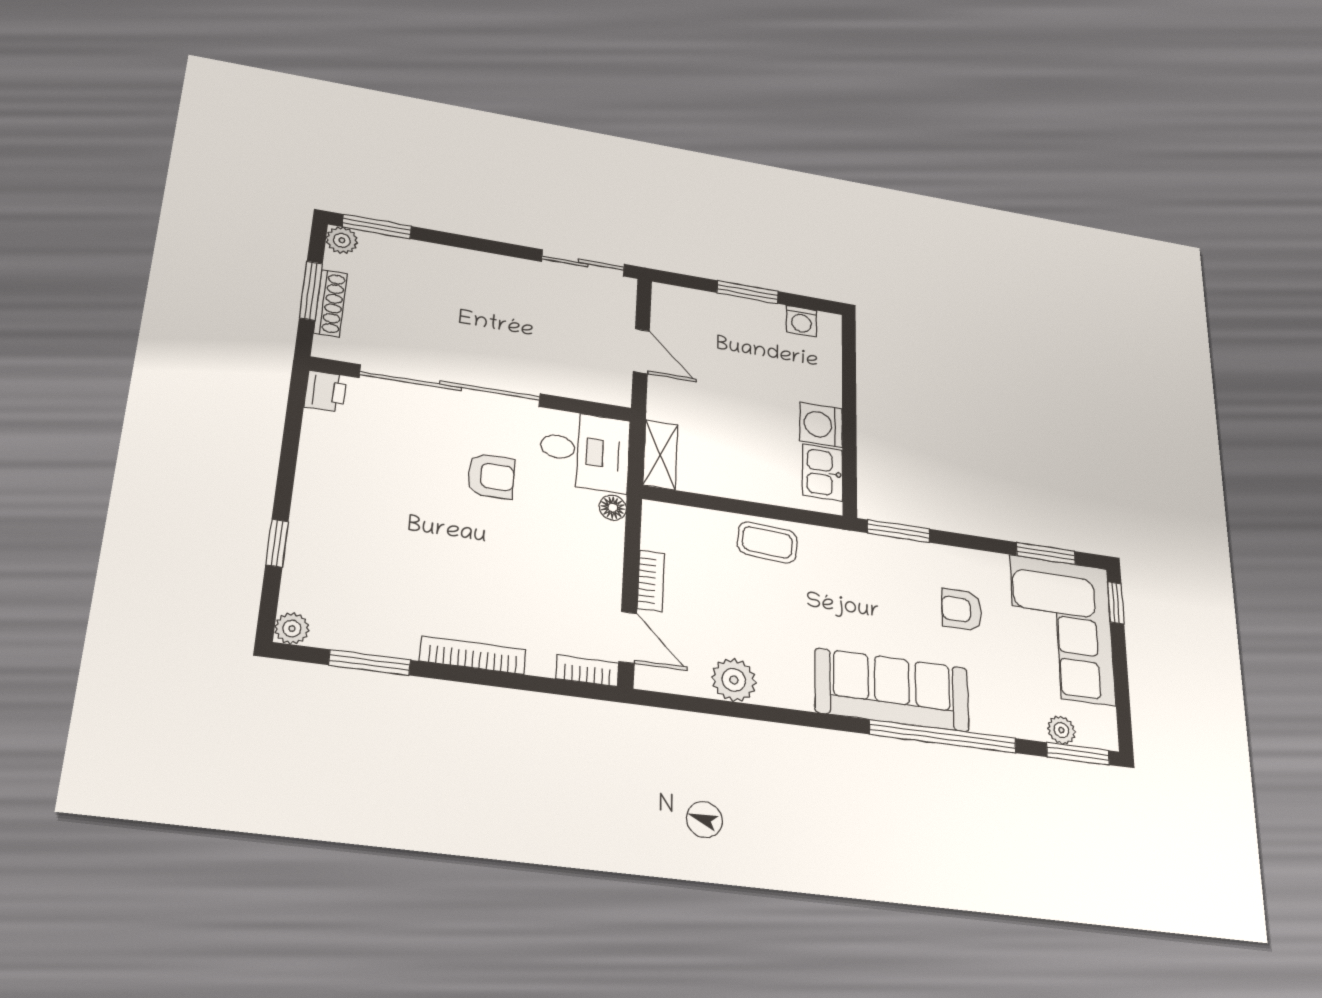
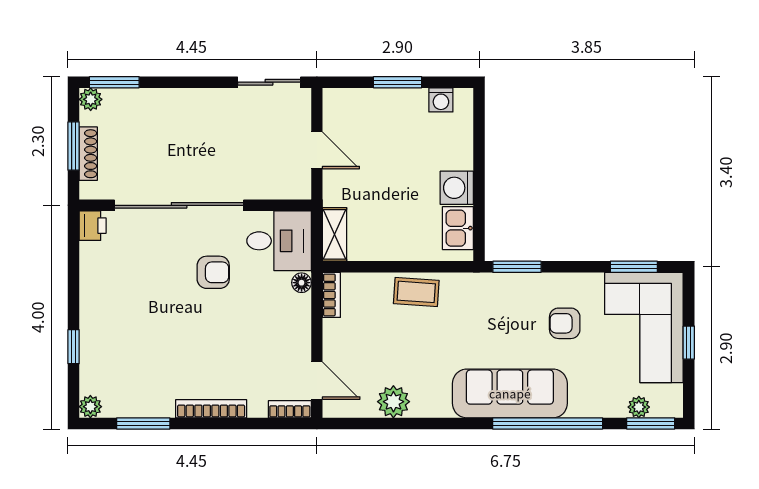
bookcase: (651, 581) -> (331, 295), moved
window: (1116, 603) -> (689, 343), moved

